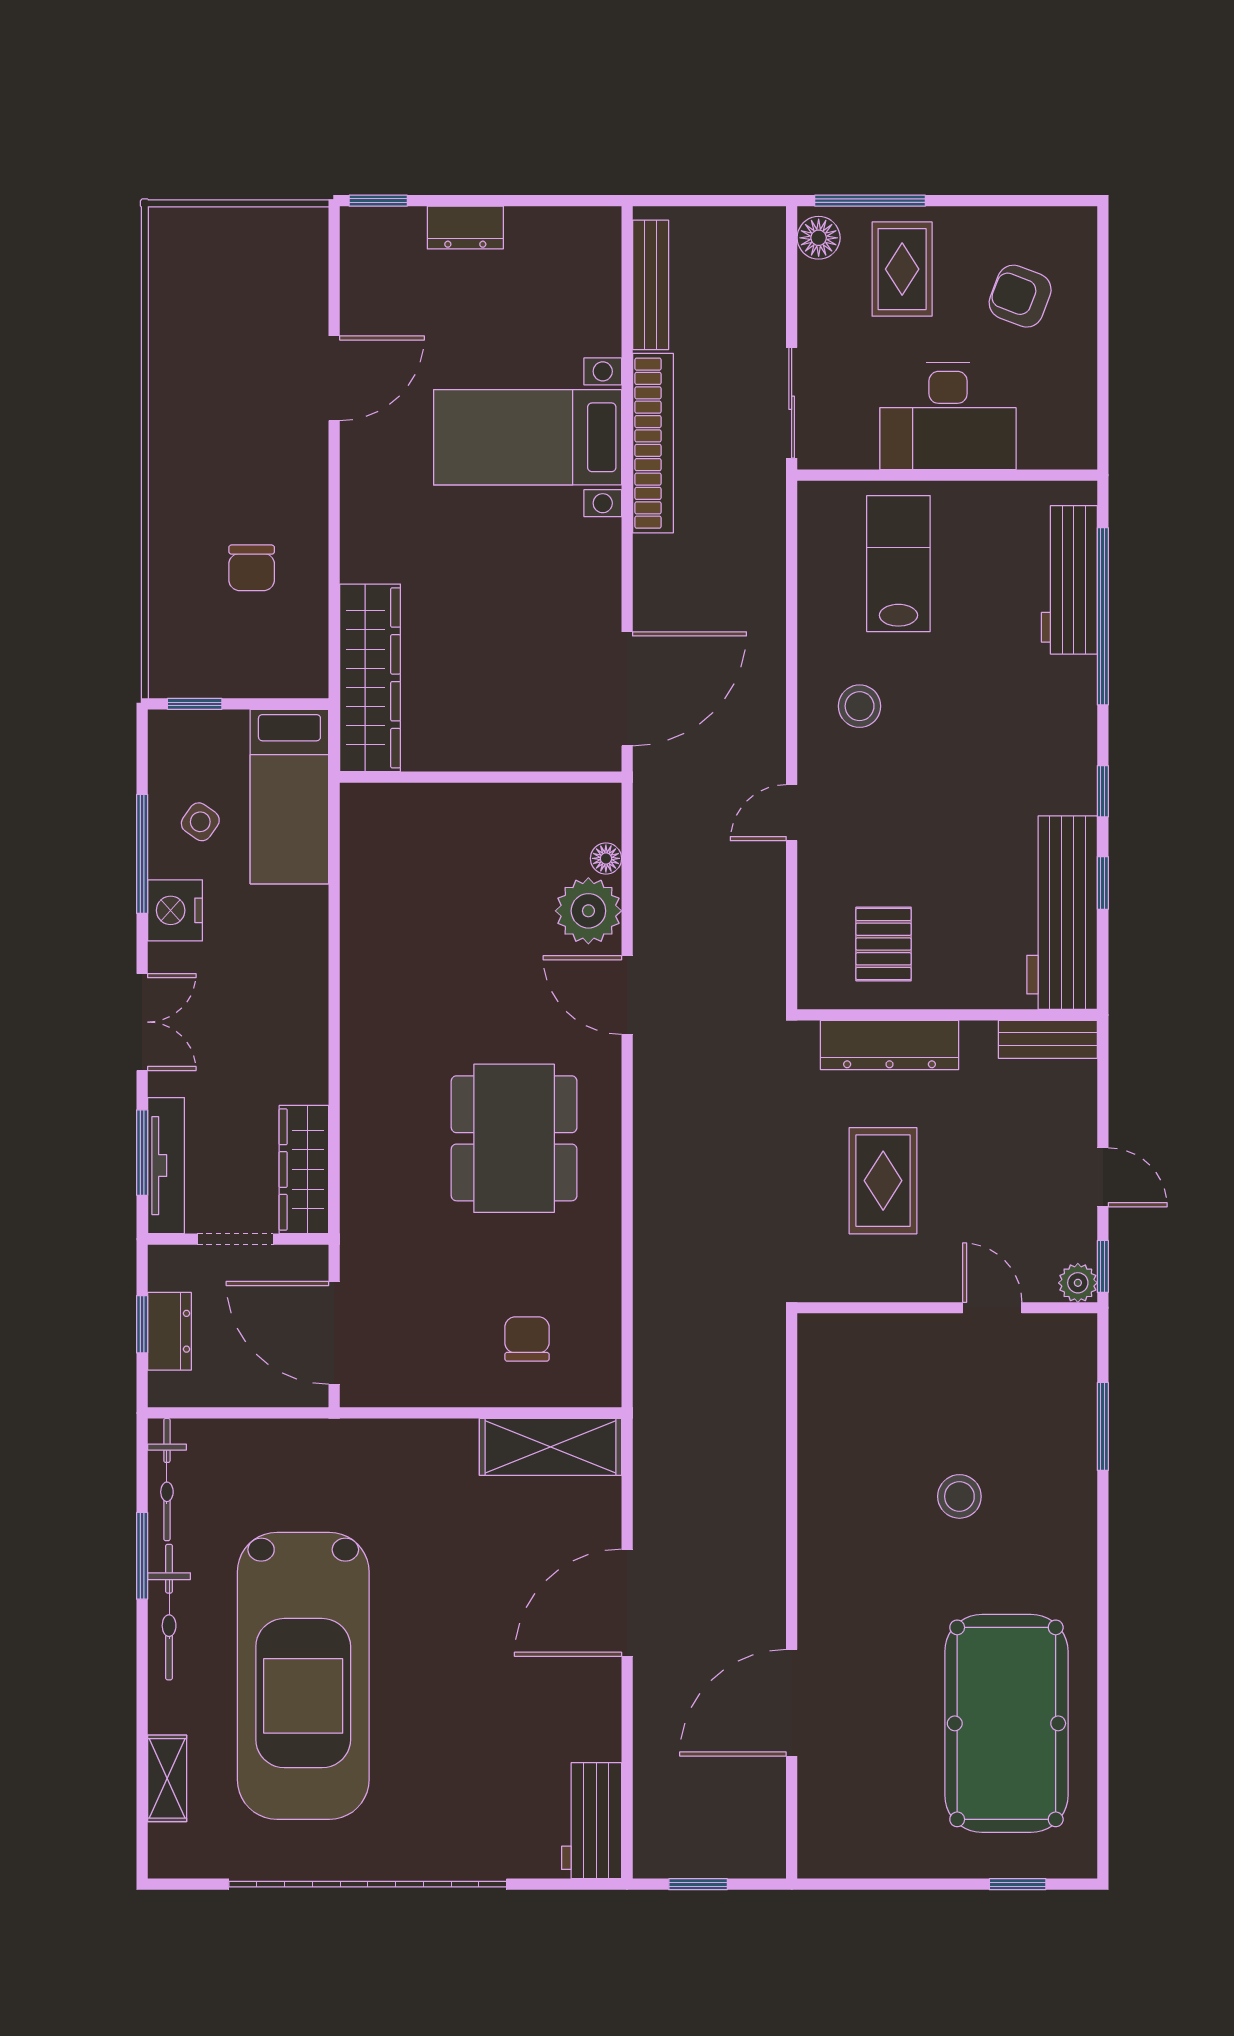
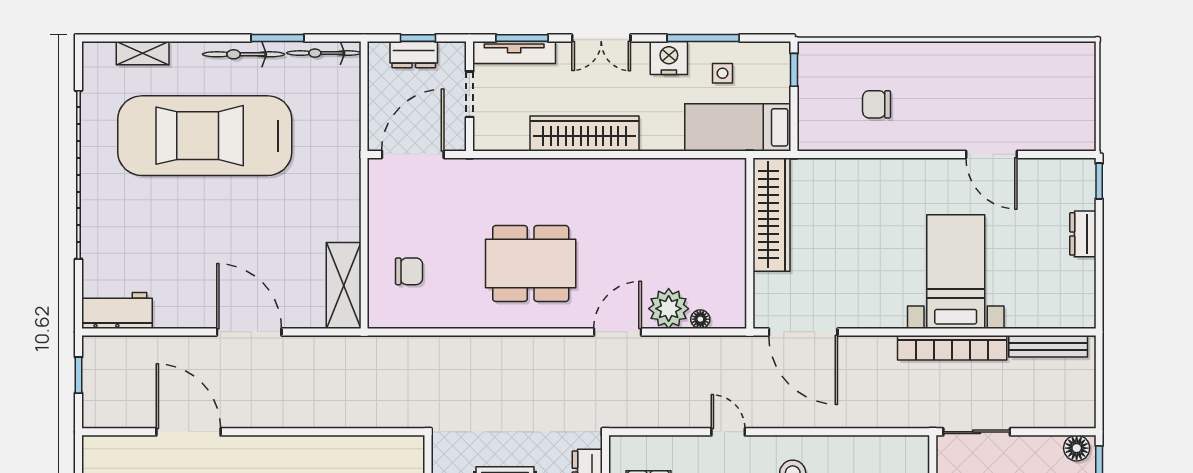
wardrobe: (370, 678) -> (771, 215), moved, turned -90
side table: (200, 822) -> (723, 73), turned -35
wardrobe: (304, 1170) -> (584, 134), moved, width x1.40, depth x1.17

